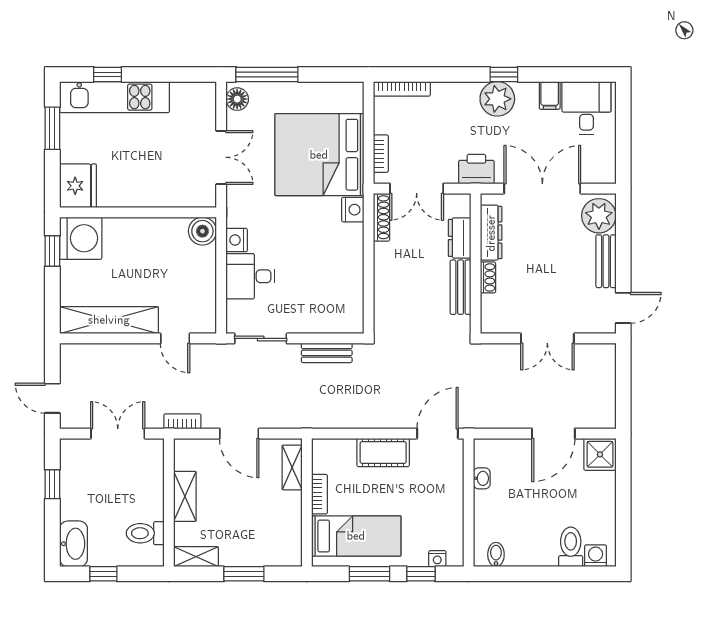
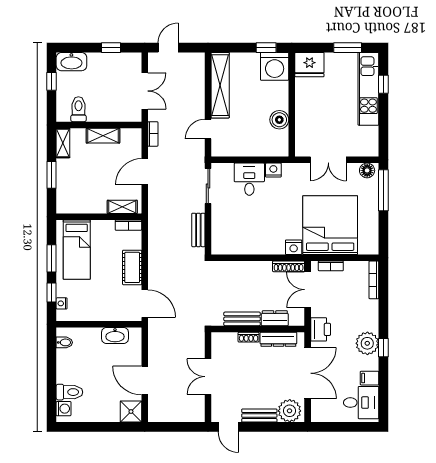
boiler: (202, 231) -> (279, 120), moved
washbasin: (482, 478) -> (115, 335), width x1.91, depth x1.45
bookcase: (319, 494) -> (128, 225), moved

